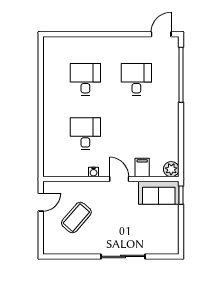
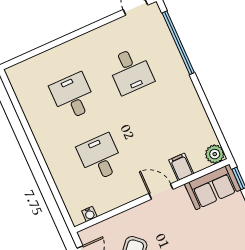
desk: (136, 80) -> (130, 71), turned 180
water cooler: (94, 172) -> (89, 214), moved

